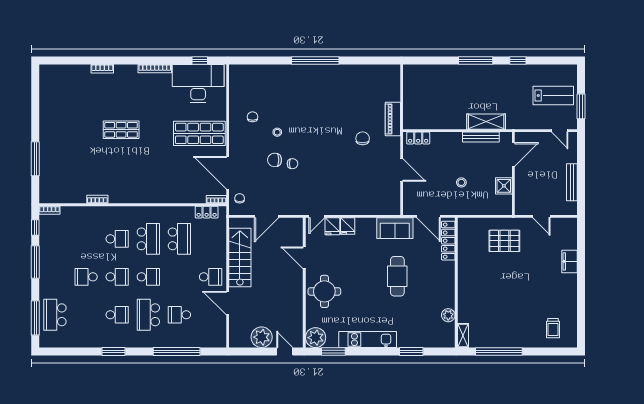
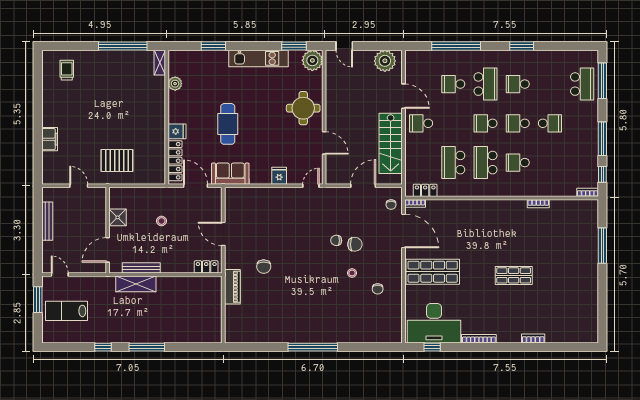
fridge: (332, 226) -> (177, 131), moved, turned 90
school desk: (179, 315) -> (453, 84), turned 180
plant: (262, 337) -> (385, 61), moved

